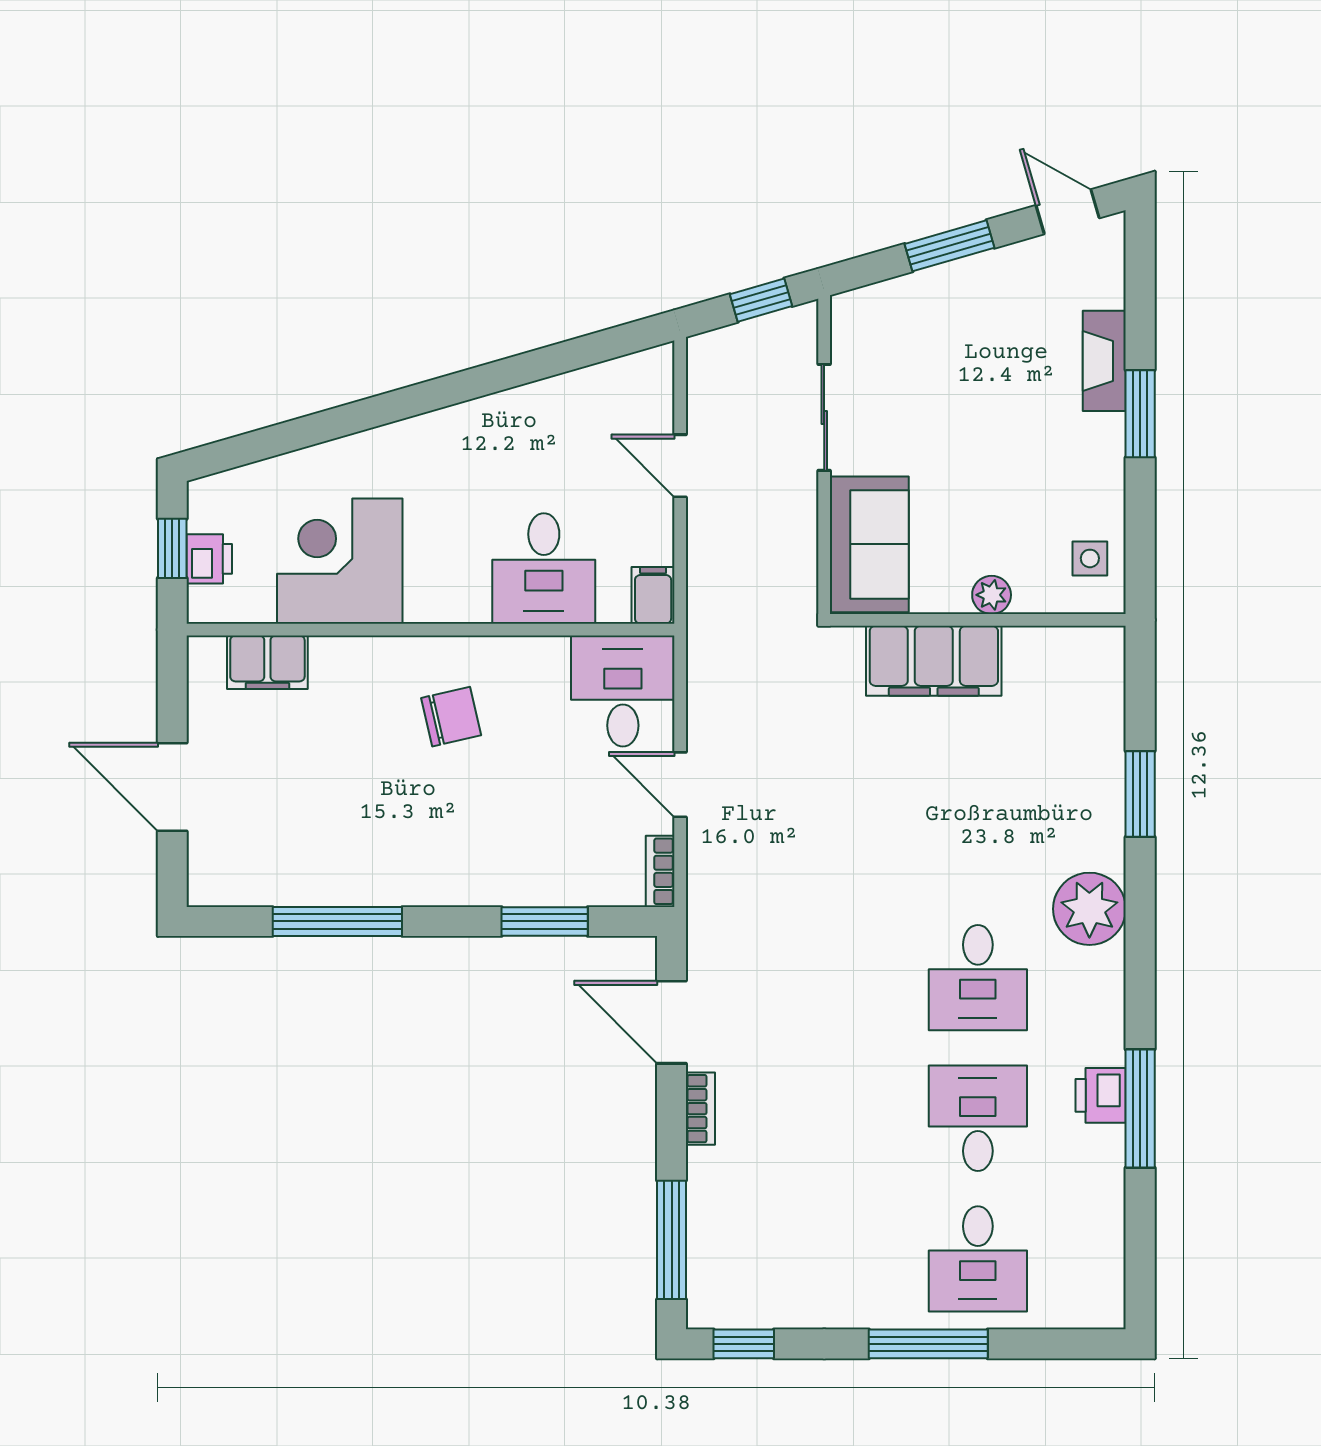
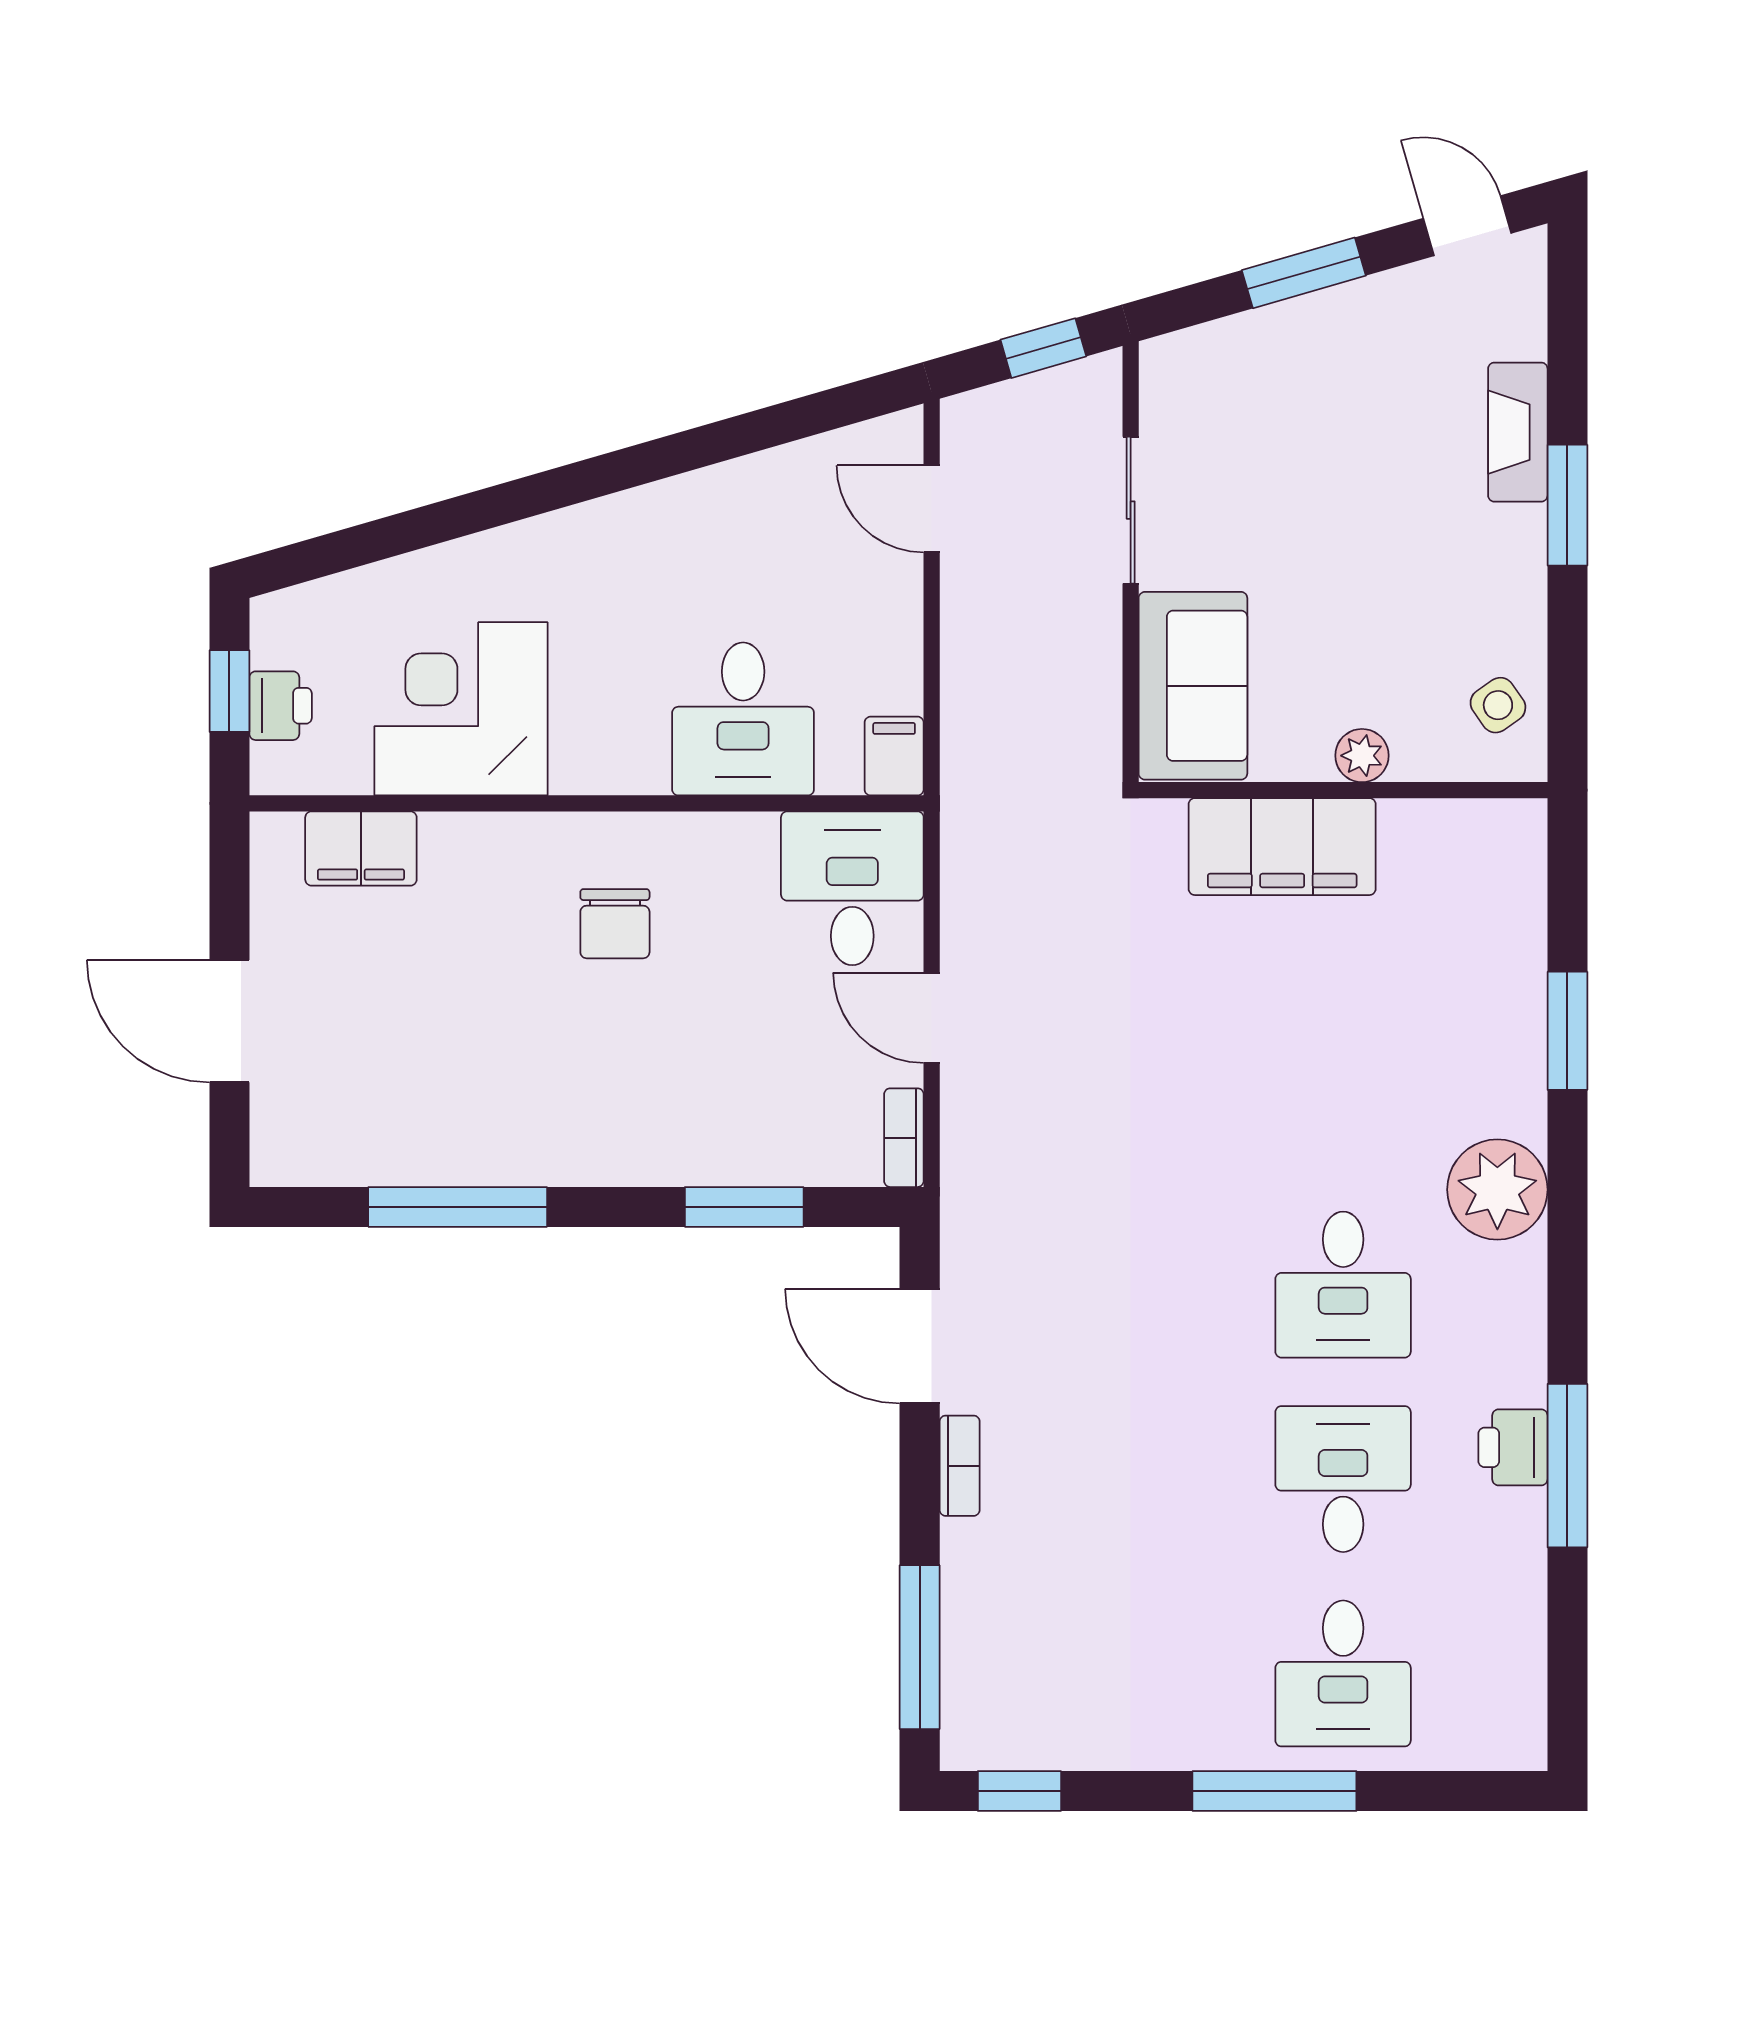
door: (680, 466) -> (932, 509), moved
side table: (1090, 558) -> (1498, 705), turned -35
chair: (451, 717) -> (615, 924), turned 103

